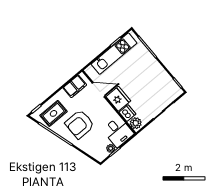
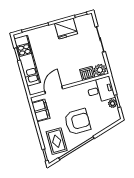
fridge: (118, 99) -> (66, 29), moved, turned 180
armchair: (80, 124) -> (77, 122), turned -90

